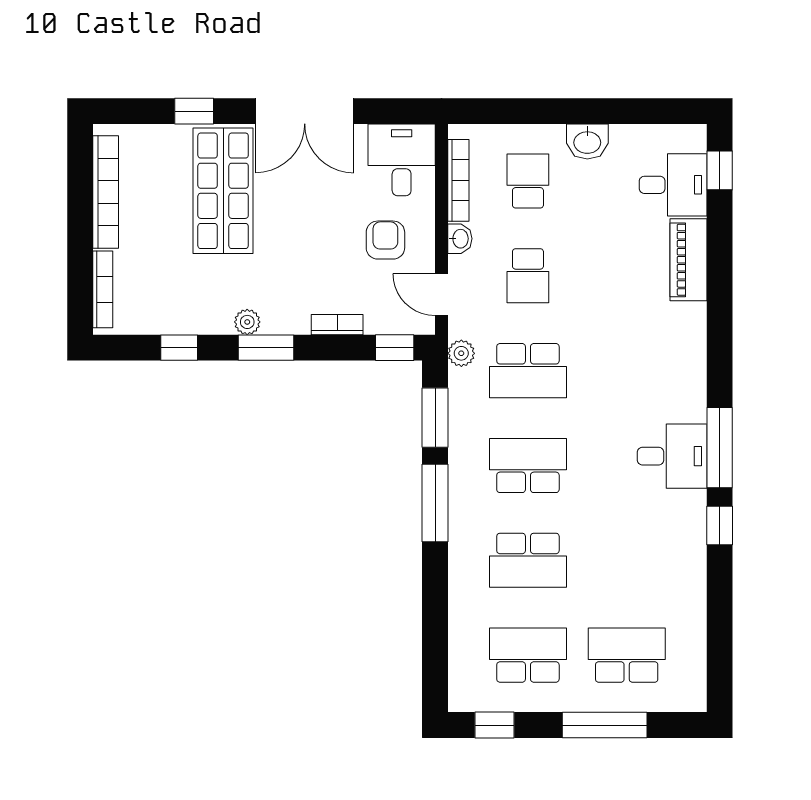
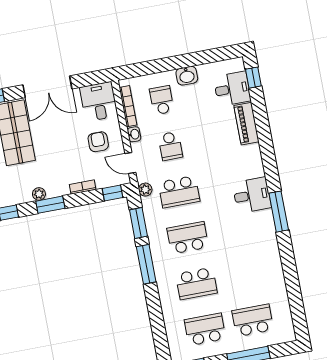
desk: (672, 456) -> (252, 195), moved
window: (720, 525) -> (286, 249), removed

